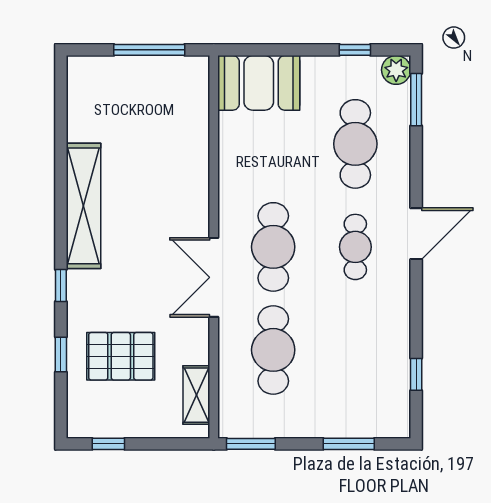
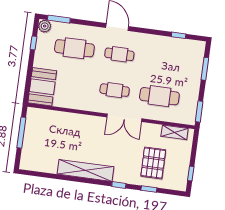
cafe table: (273, 247) -> (115, 90), width x0.73, depth x0.74

